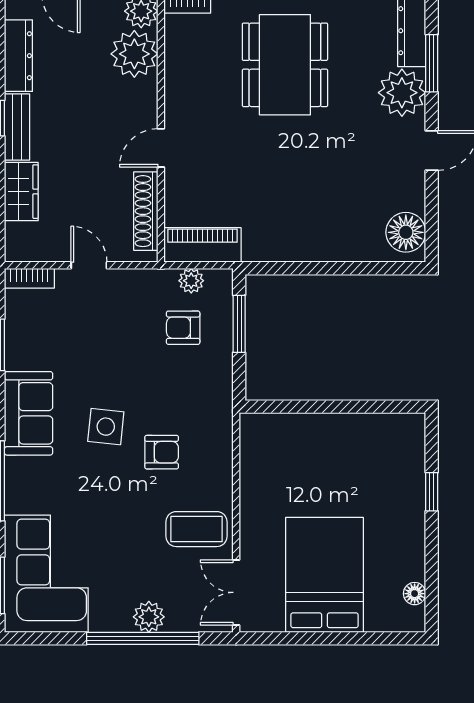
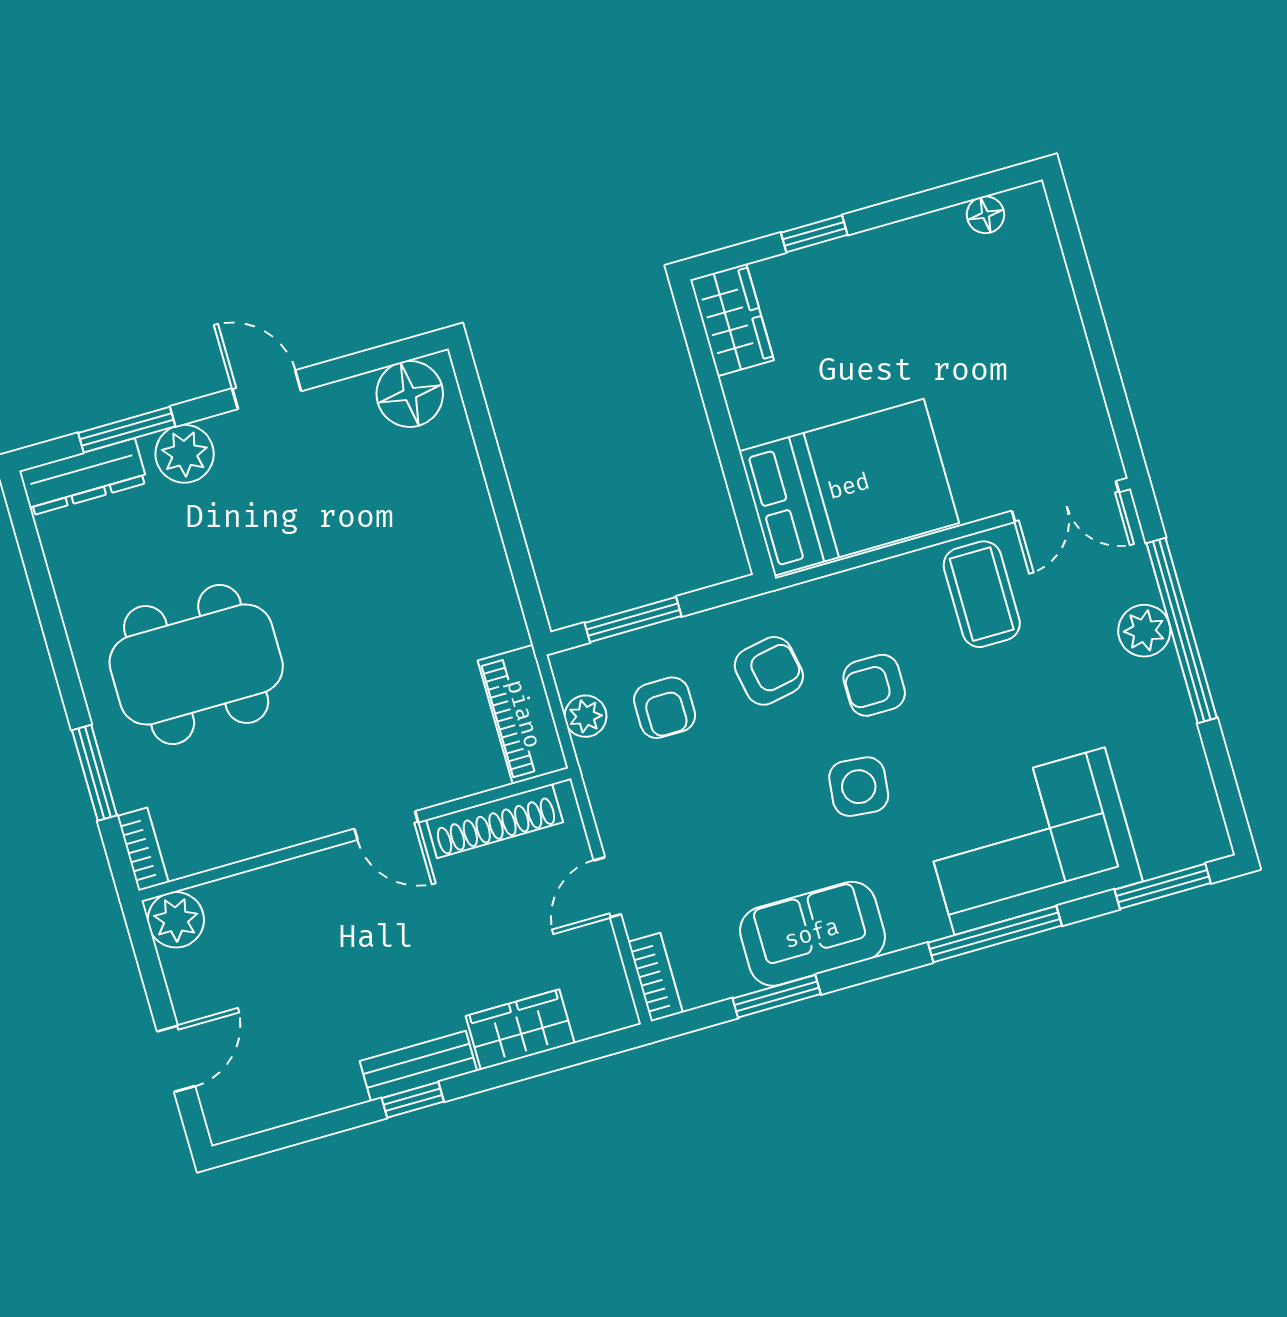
plant: (134, 54) -> (247, 911), removed
dresser: (18, 56) -> (303, 1096), removed
plant: (402, 93) -> (185, 454), width x0.73, depth x0.73
armchair: (187, 394) -> (769, 671), added
sofa: (29, 413) -> (812, 934), moved
wardrobe: (396, 430) -> (732, 320), added
armchair: (162, 452) -> (874, 685), turned -90
corner sofa: (46, 574) -> (1030, 841), moved
bed: (325, 575) -> (849, 487), moved, turned 180

